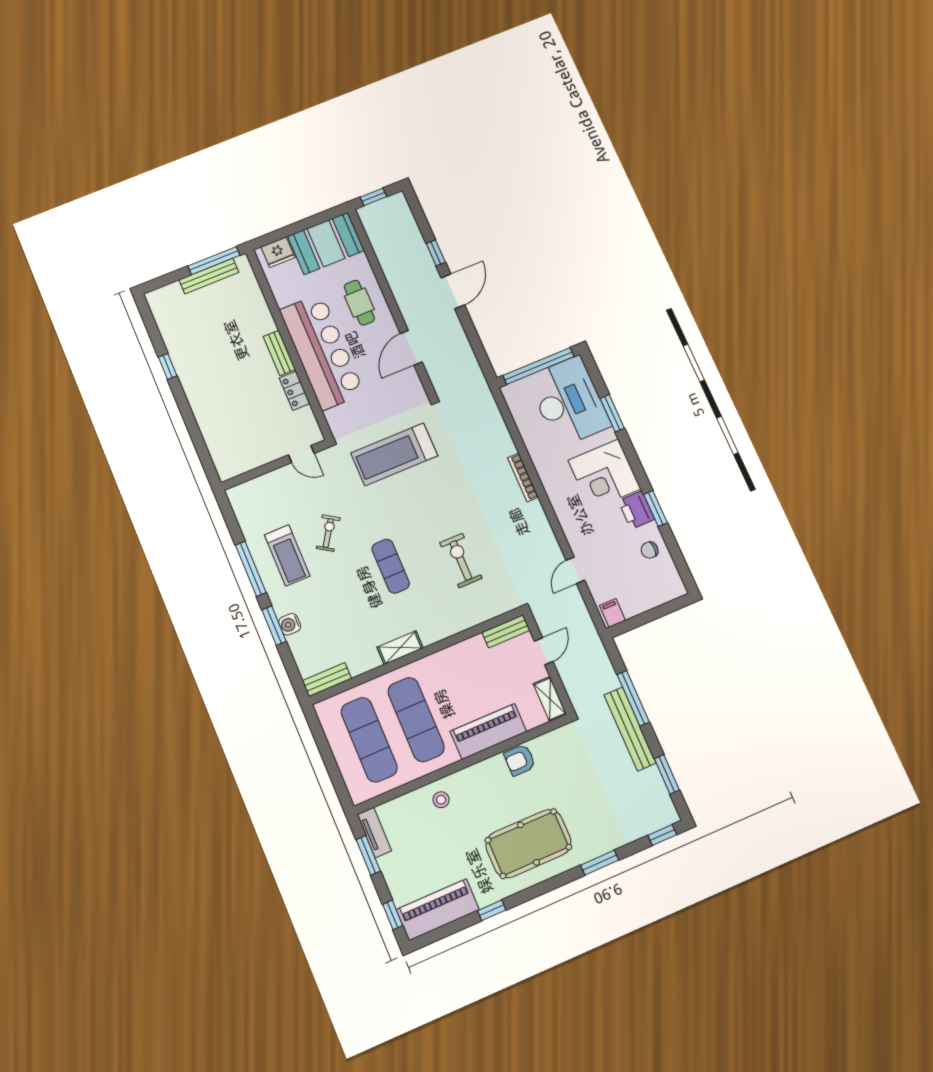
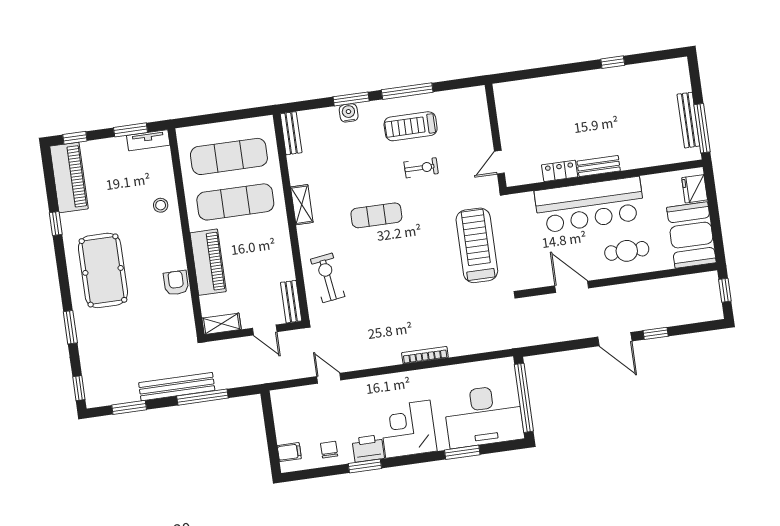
exercise bike: (328, 533) -> (421, 168), turned -33
exercise bike: (461, 560) -> (328, 278), moved, turned -98
filing cabinet: (612, 613) -> (289, 452), moved

